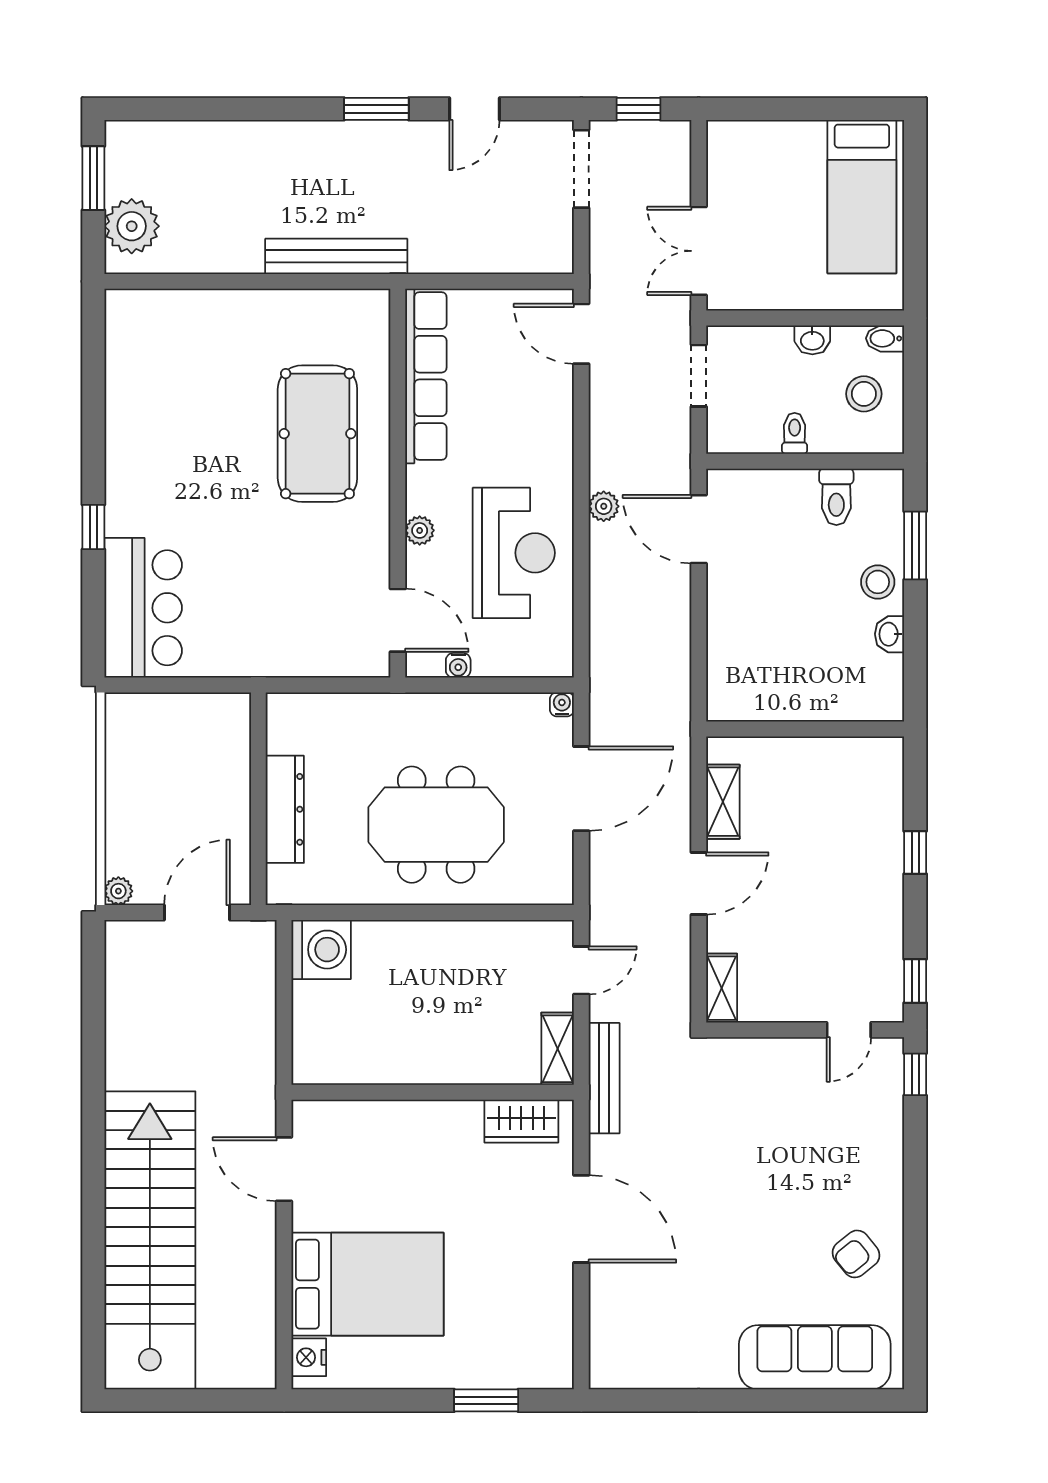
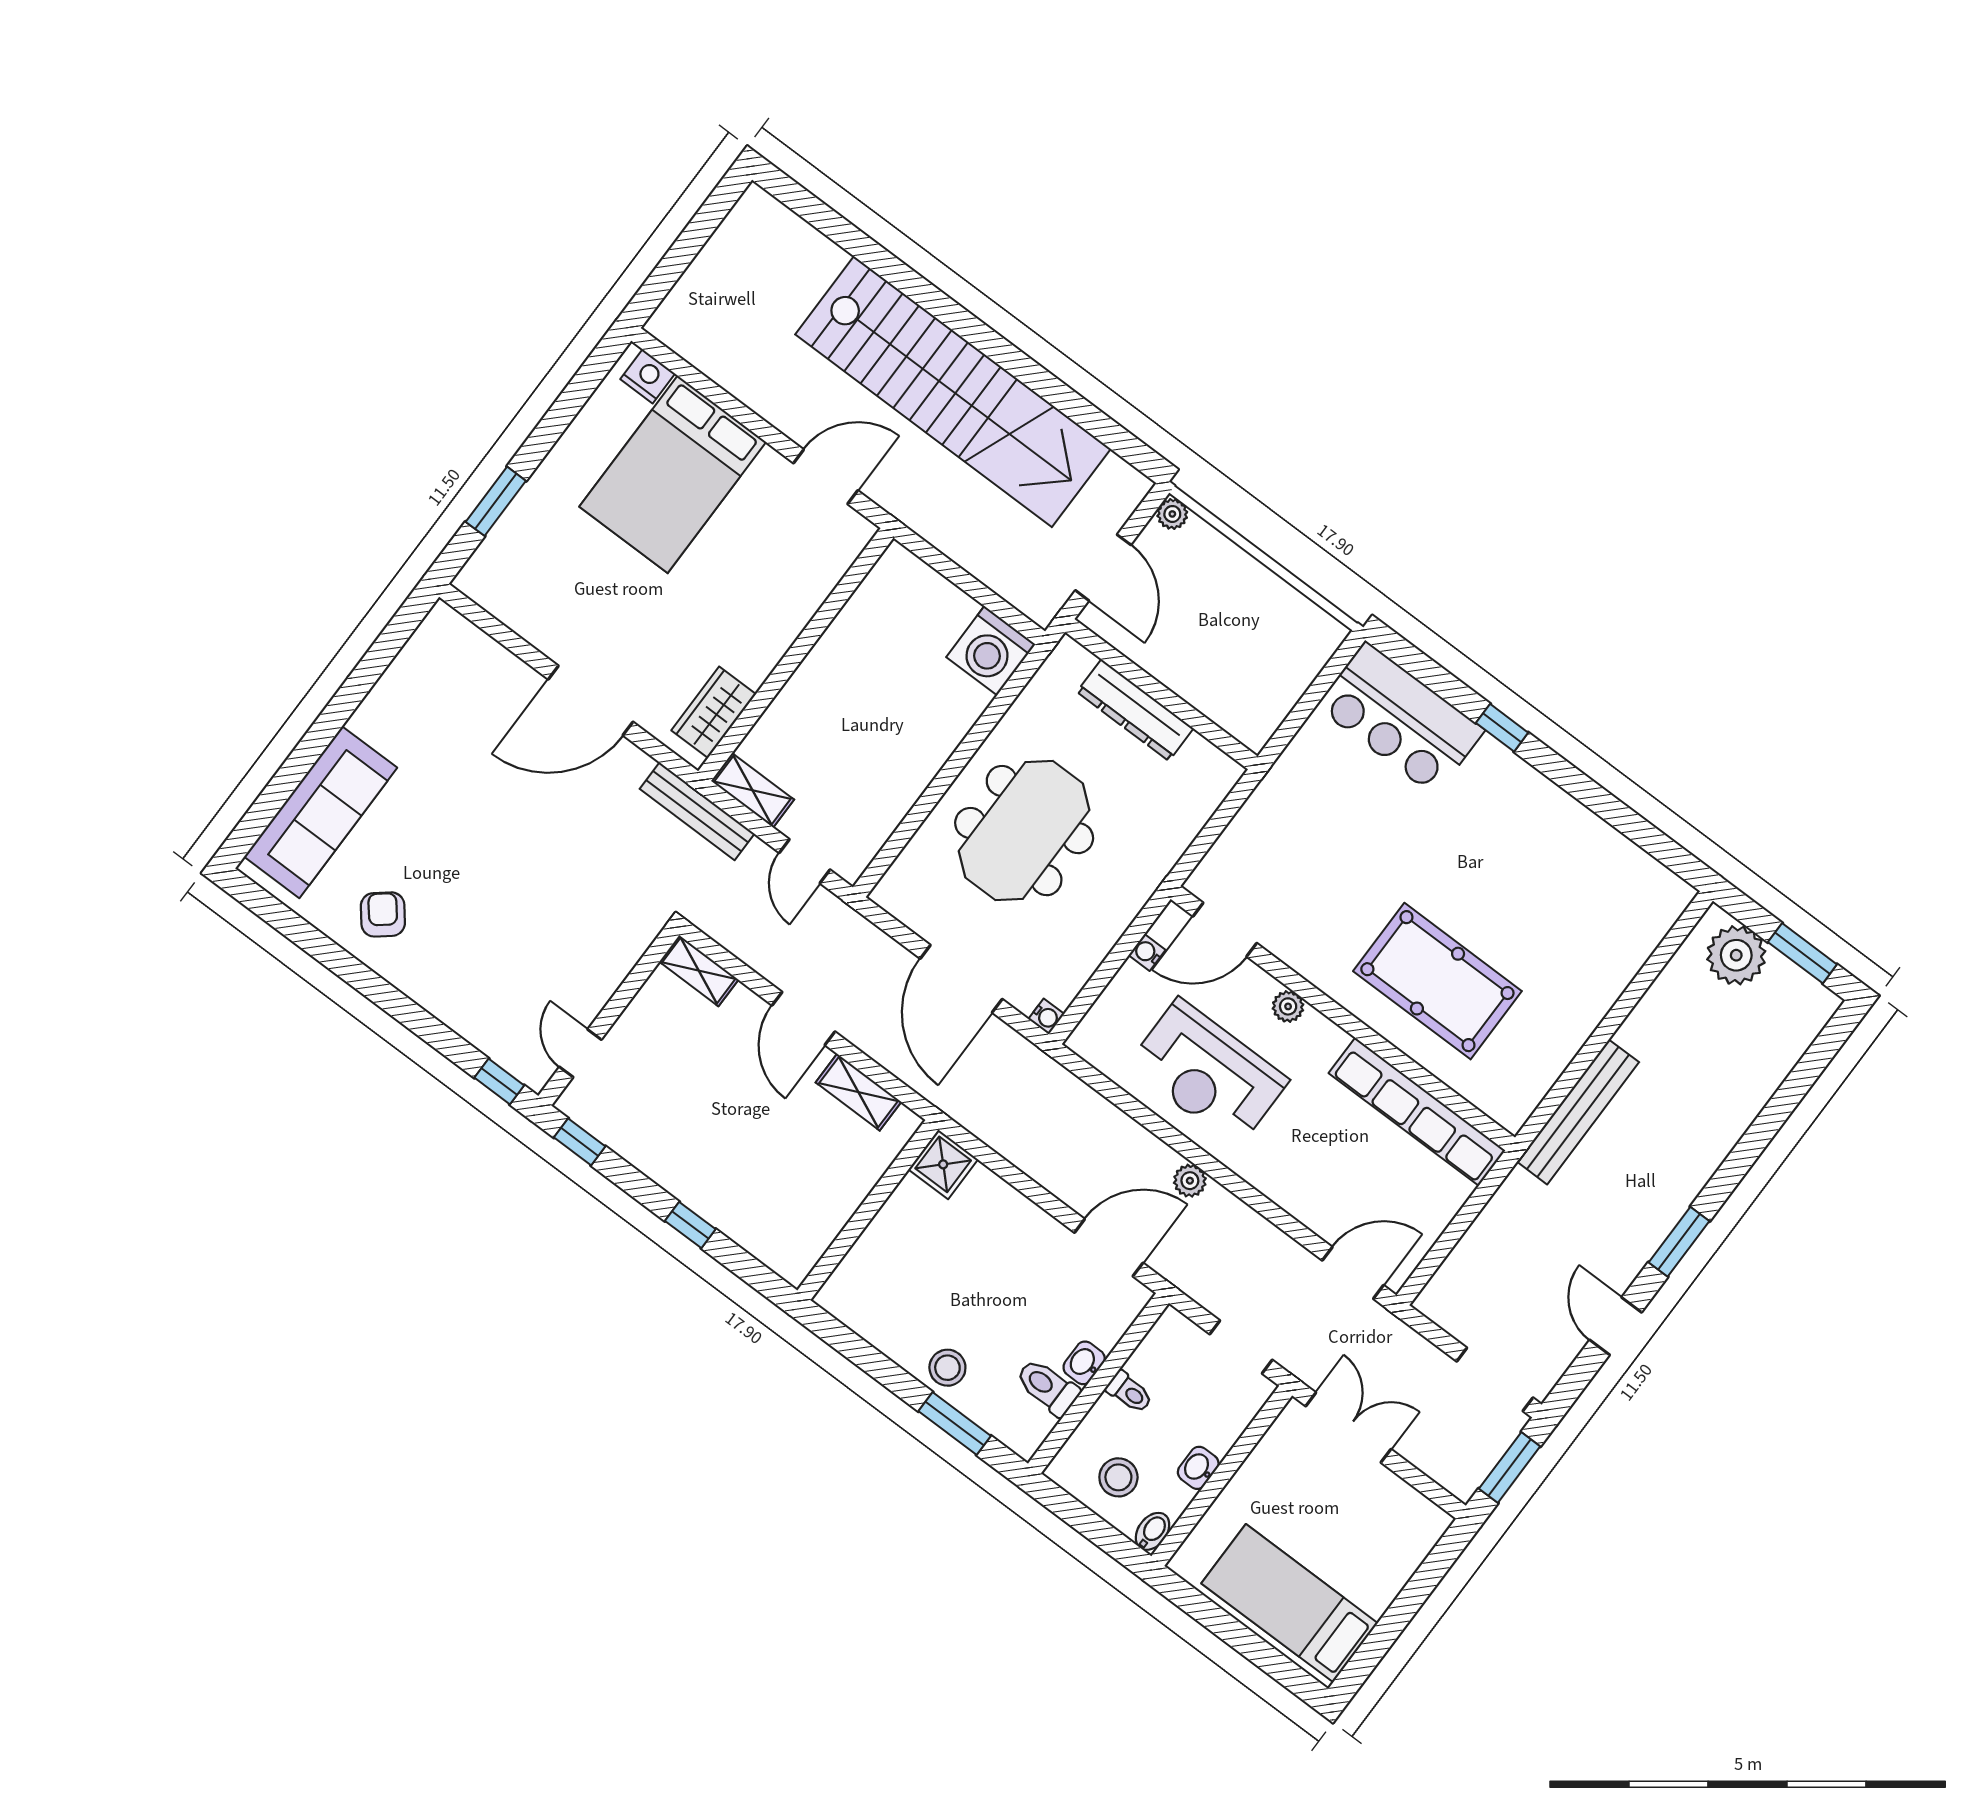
window: (639, 109) -> (1510, 1468), width x1.50
washbasin: (889, 634) -> (1084, 1363), moved, turned -90
shower: (729, 699) -> (943, 1164), added
stairs: (150, 1240) -> (953, 392), moved

